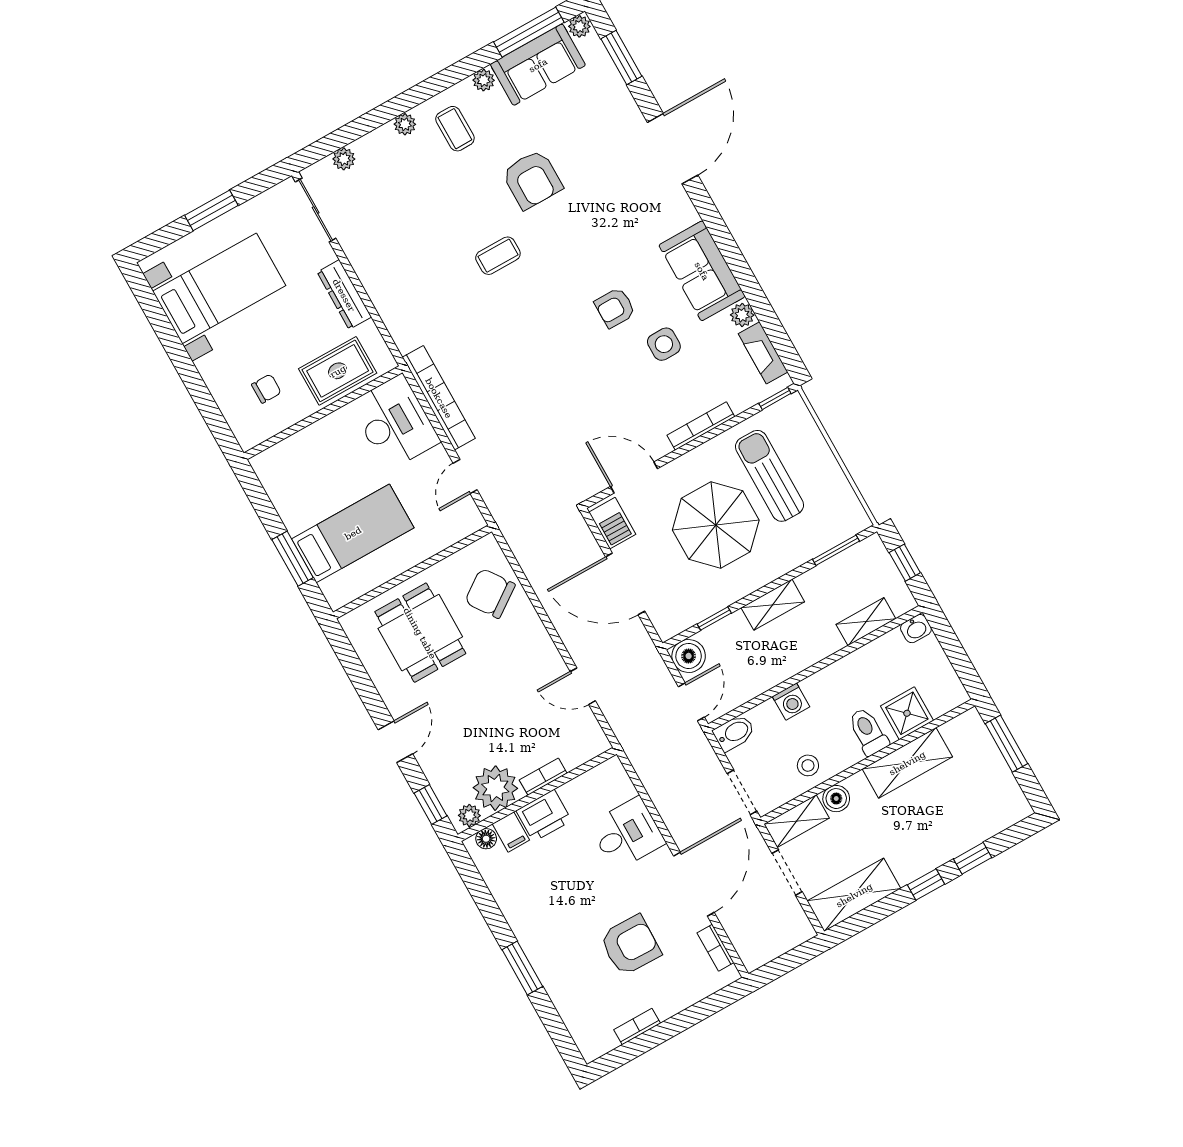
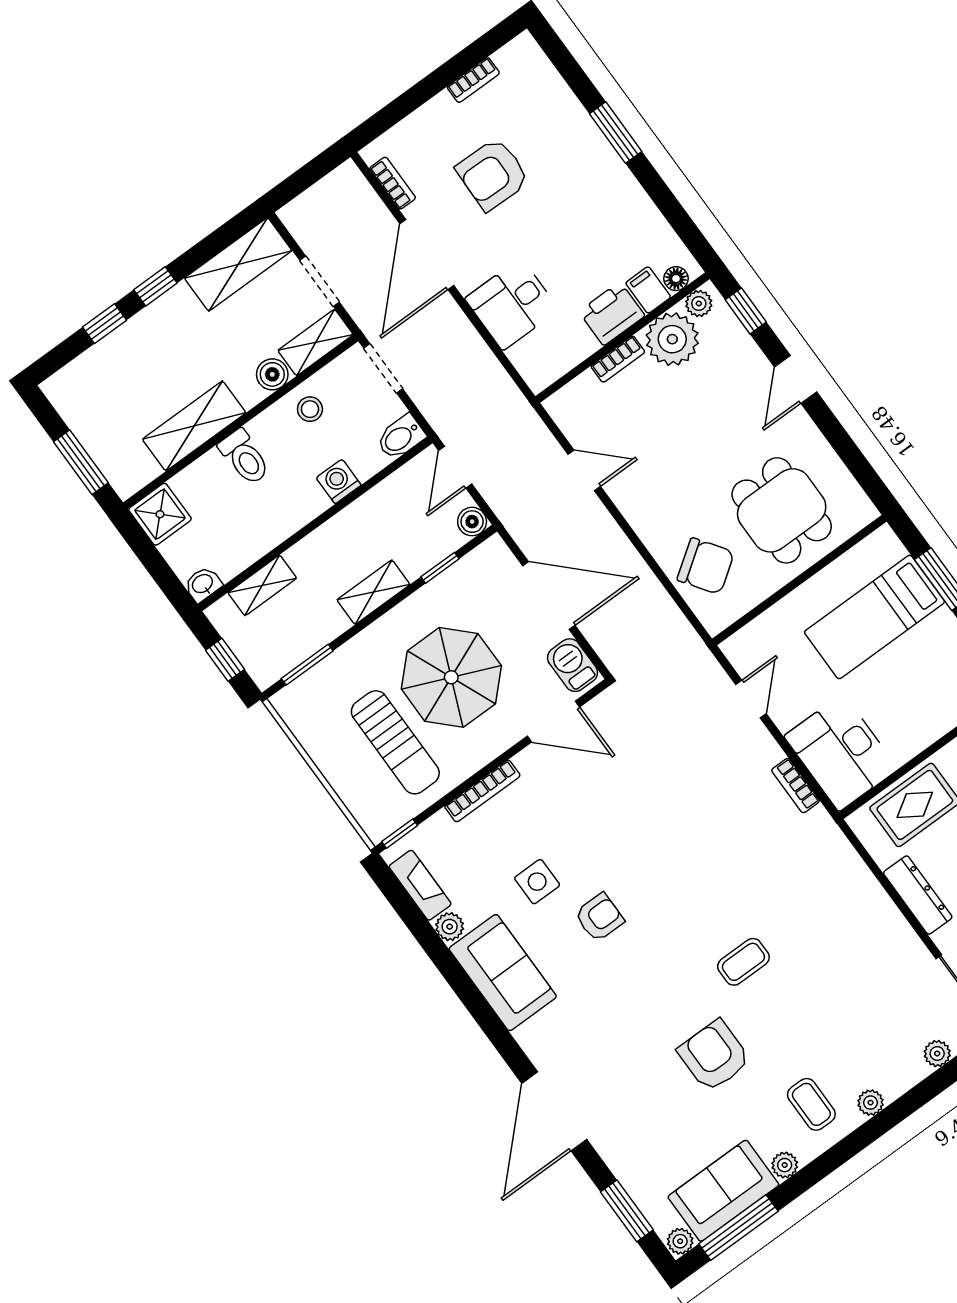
bookcase: (439, 398) -> (796, 786), width x0.43, depth x0.76
boiler: (689, 656) -> (472, 522), width x0.73, depth x0.73
shower: (907, 713) -> (160, 514), moved

